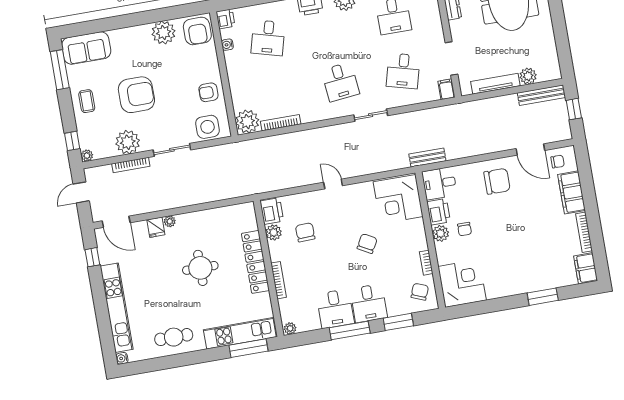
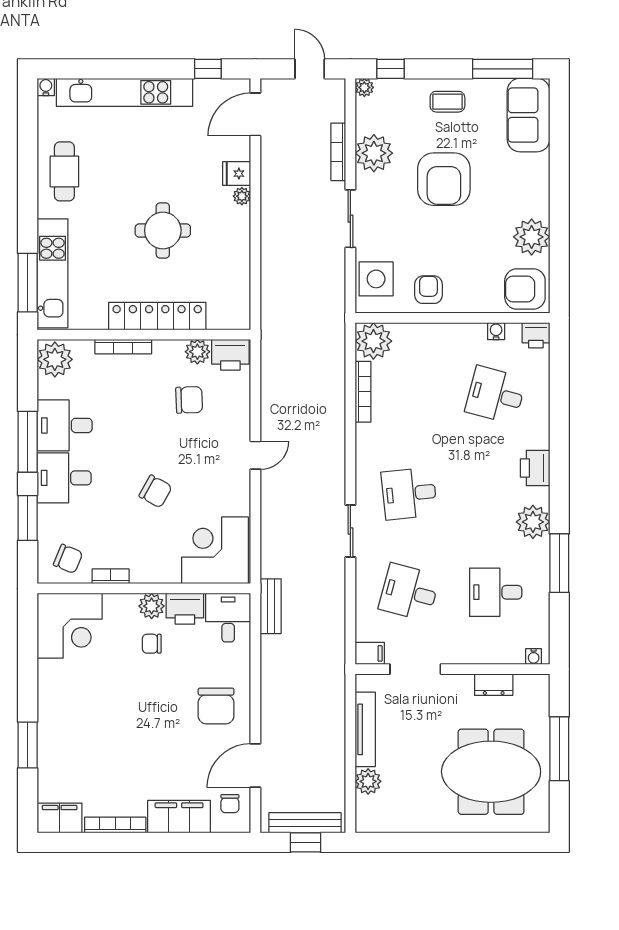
bench: (541, 95) -> (305, 823), moved, turned 90
plant: (290, 328) -> (55, 359), width x1.87, depth x1.87

